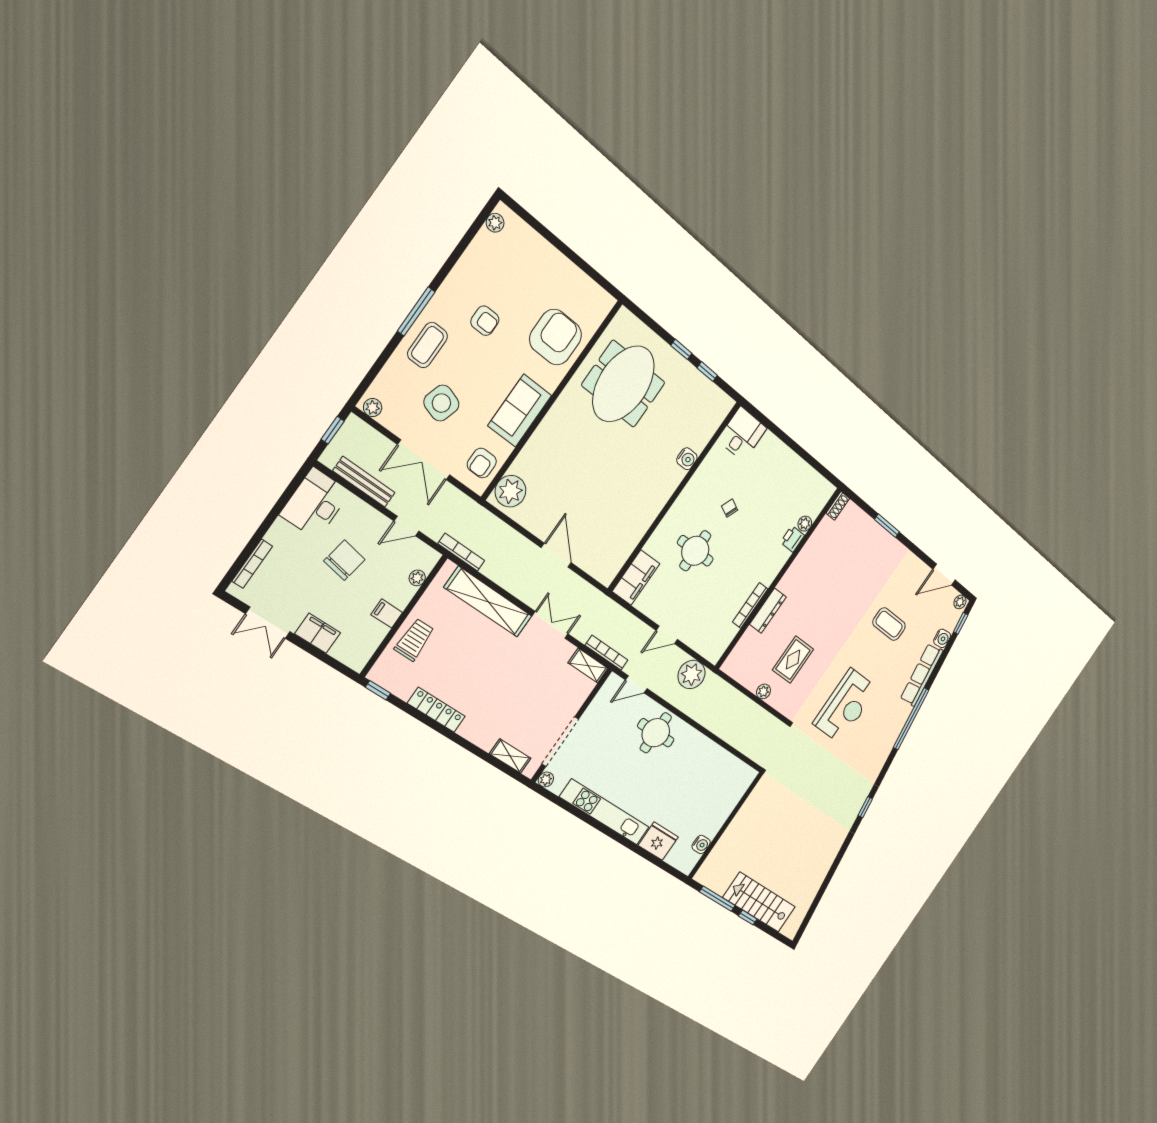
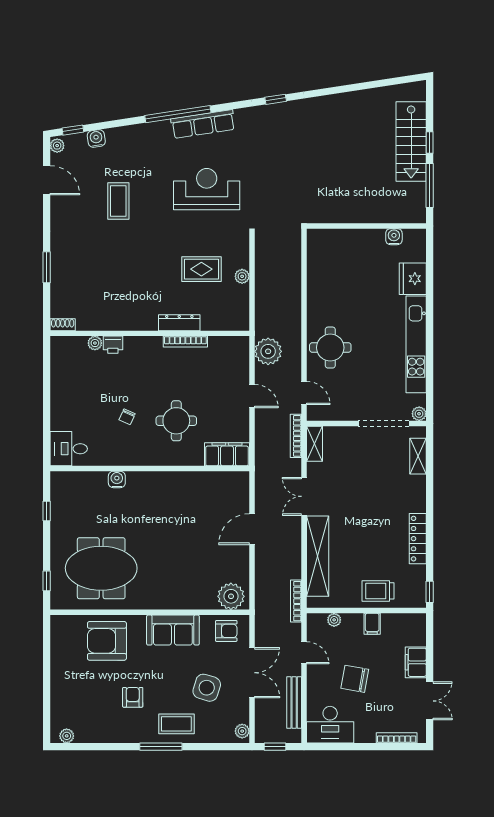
window: (681, 349) -> (47, 581), moved
row of seats: (922, 675) -> (203, 124), moved

